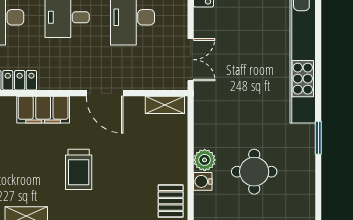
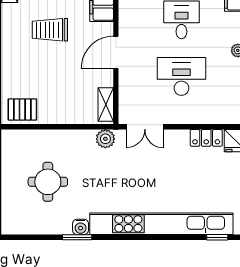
plant: (205, 160) -> (105, 139), moved
water cooler: (203, 181) -> (81, 227), moved, turned 180

